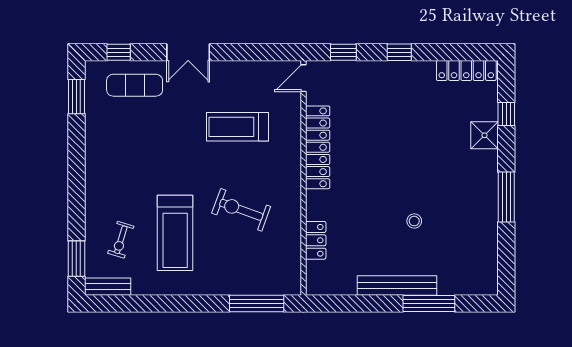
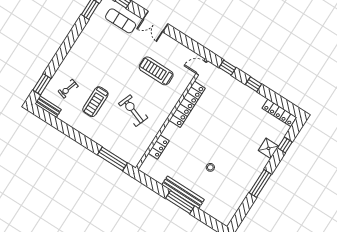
treadmill: (175, 233) -> (95, 102), width x0.73, depth x0.73
window: (429, 304) -> (180, 202), moved

